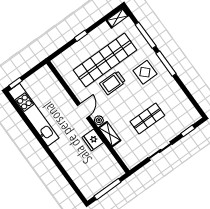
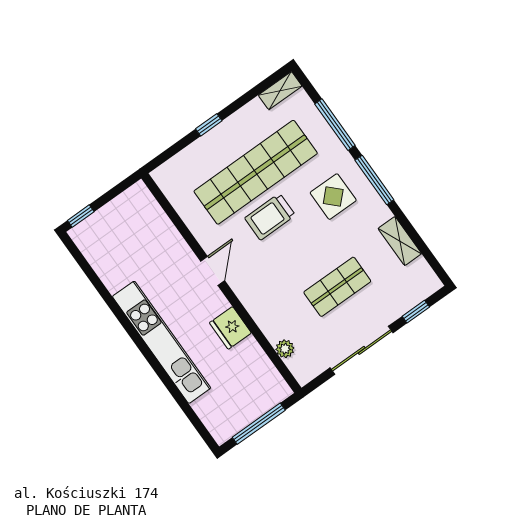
kitchen unit: (34, 115) -> (162, 342), moved
plant: (99, 120) -> (285, 349), moved
shelving: (110, 134) -> (400, 241), moved
sliding door: (160, 151) -> (362, 350), width x1.37

